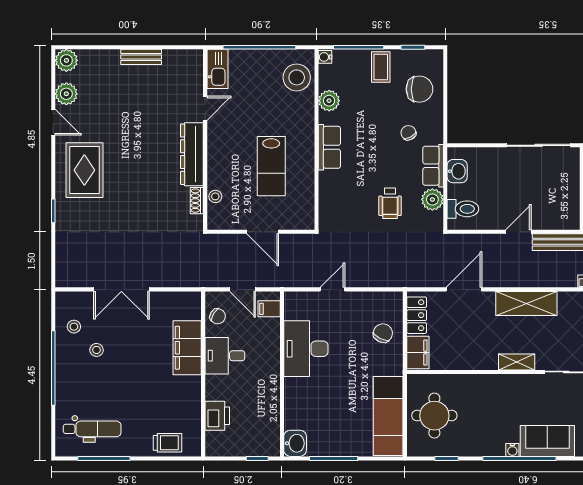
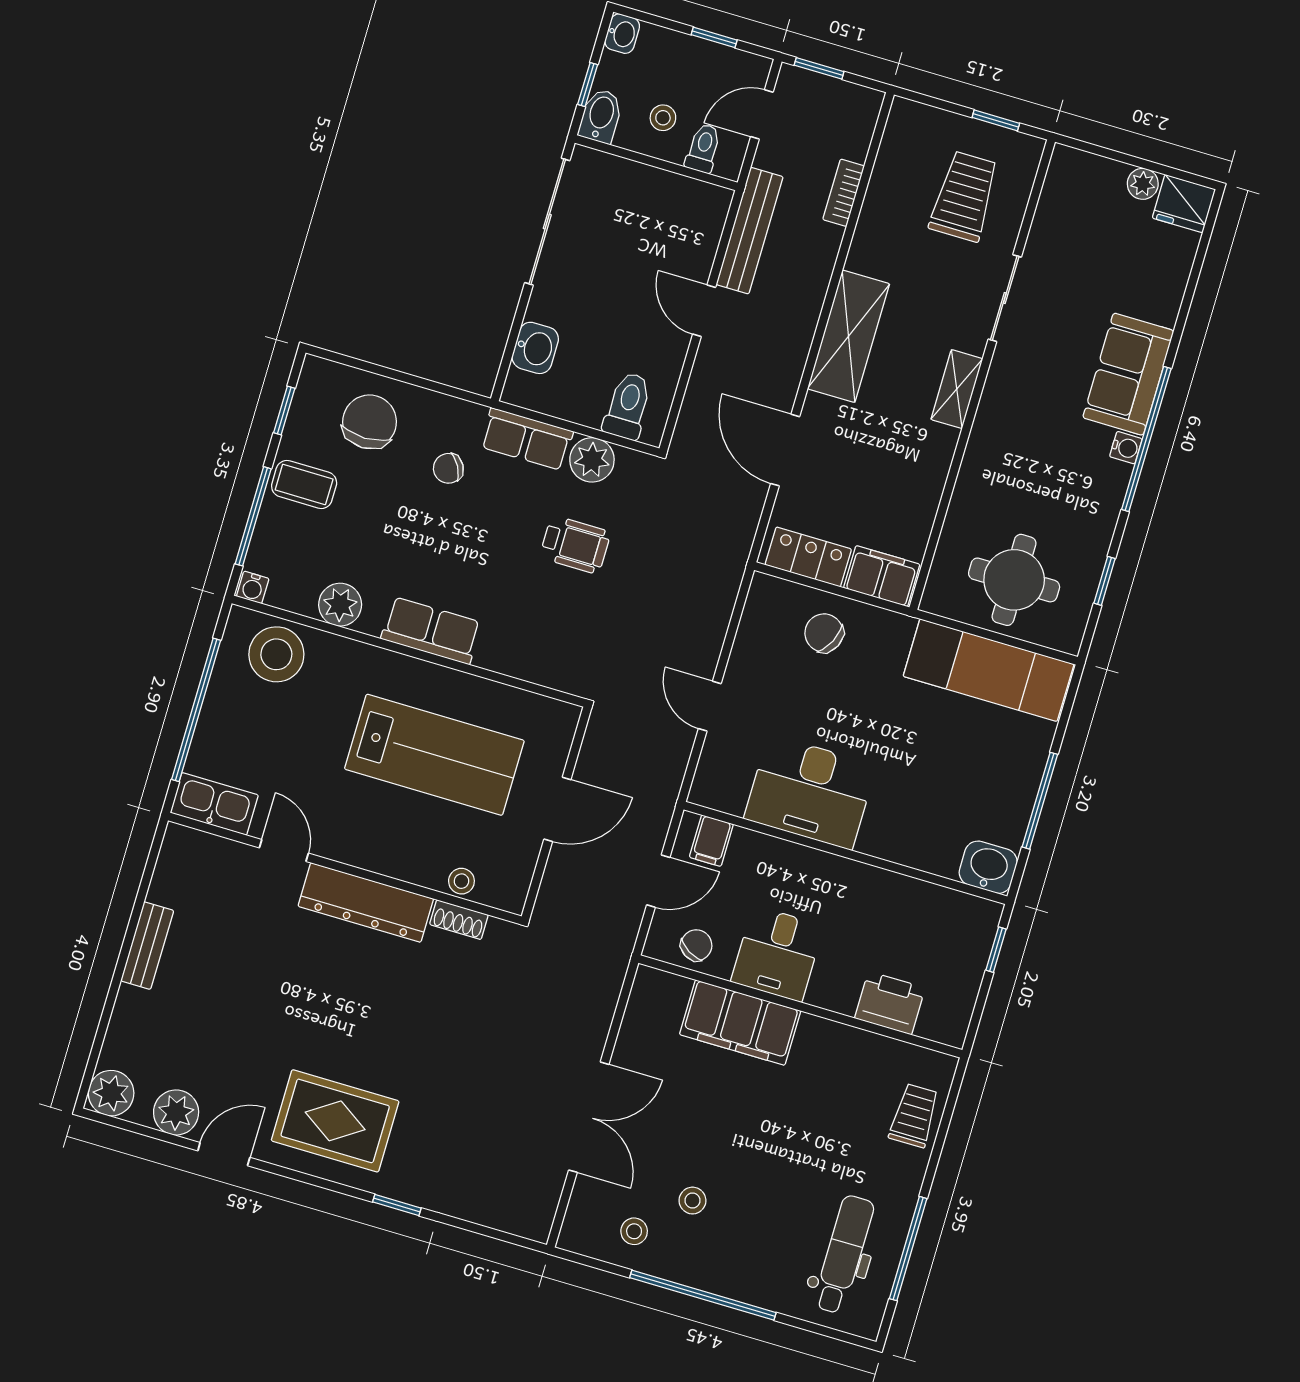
lab bench: (271, 166) -> (434, 755), width x1.36, depth x1.39
washbasin: (457, 171) -> (535, 348), moved, turned 90

